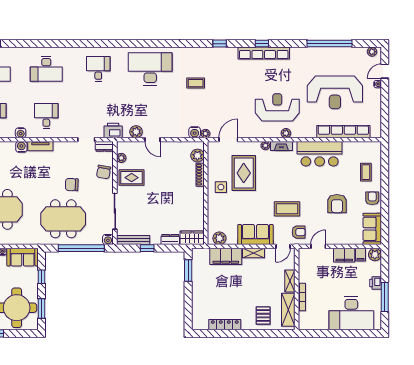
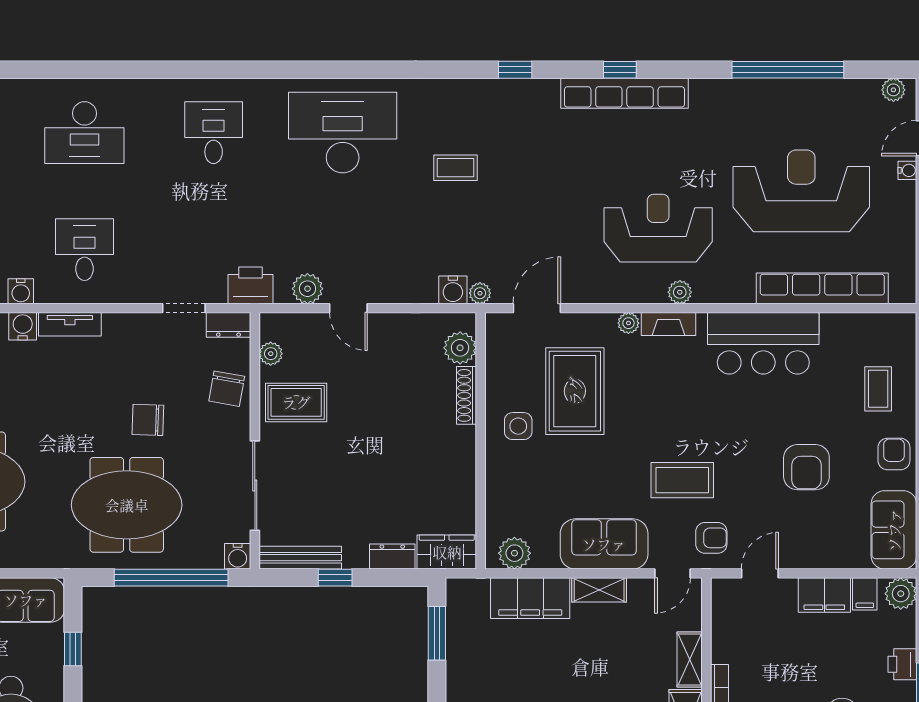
reception desk: (335, 92) -> (801, 191), turned 180

